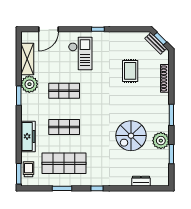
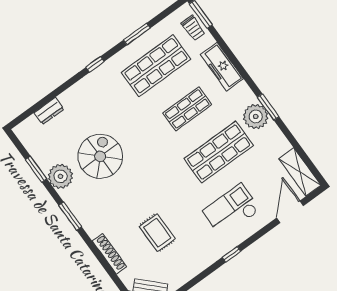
checkout: (80, 53) -> (232, 210), turned 90
shelving: (27, 59) -> (300, 172), moved
plant: (29, 84) -> (256, 117), moved
shop shelf: (64, 91) -> (219, 152), width x1.43, depth x1.36

